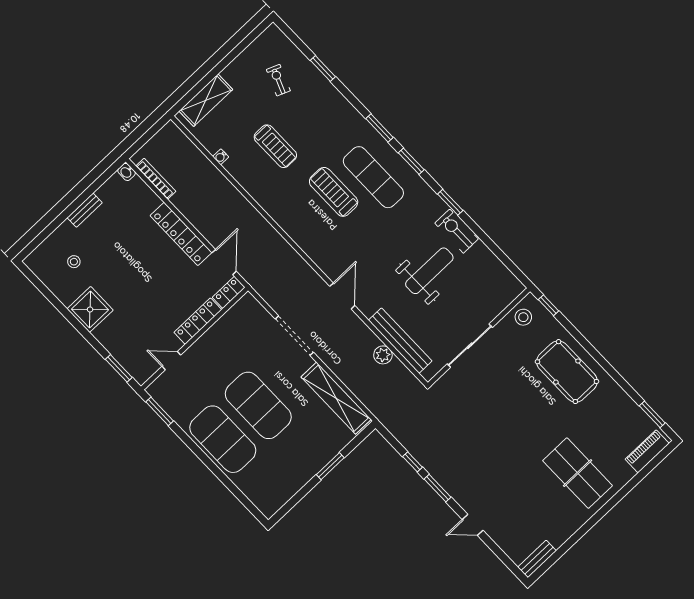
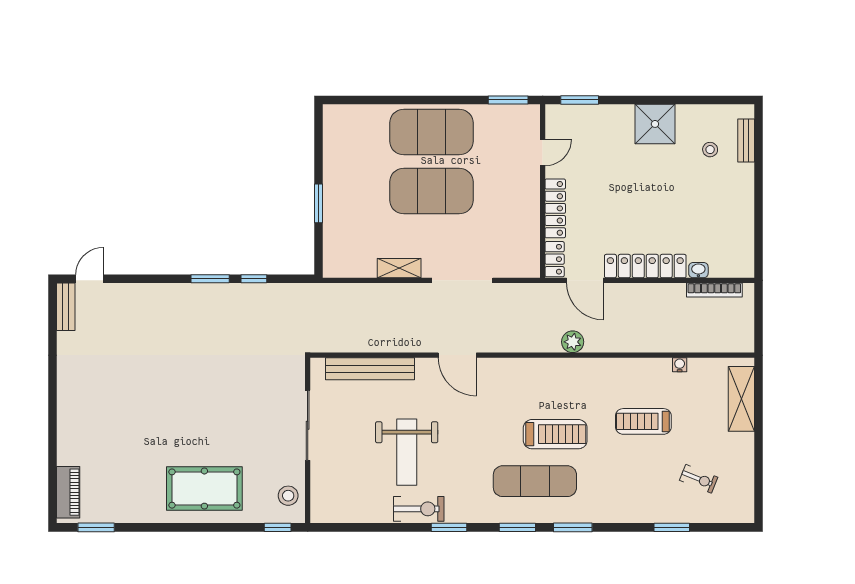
washbasin: (127, 172) -> (698, 270), moved
bench: (85, 210) -> (746, 140), moved
plant: (383, 355) -> (573, 342), moved
shelving: (336, 398) -> (399, 268), width x0.45, depth x0.75
table tennis table: (578, 473) -> (107, 413), removed
door: (473, 525) -> (89, 279), moved

